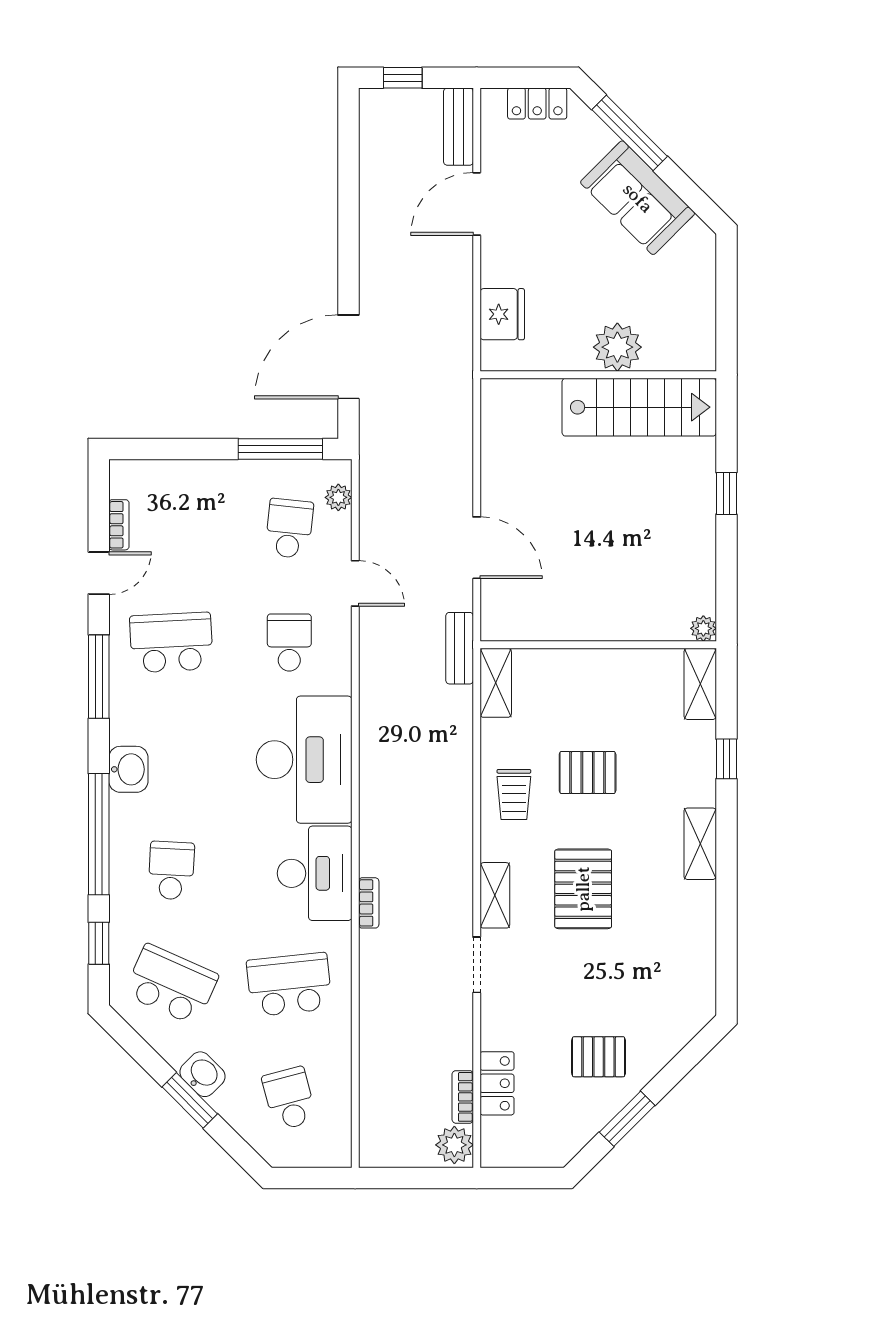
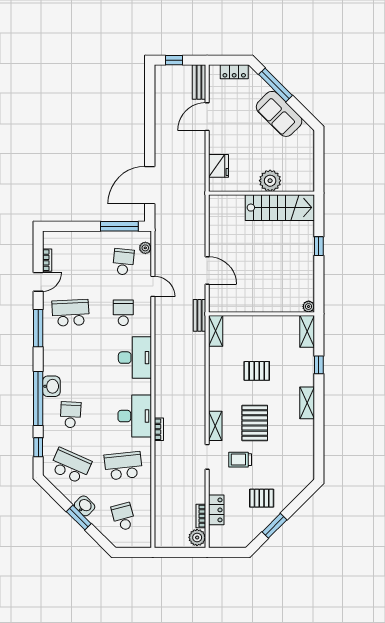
desk: (304, 760) -> (135, 358), width x0.73, depth x0.77
washbasin: (128, 769) -> (51, 386), moved
trolley: (514, 794) -> (240, 460), moved, turned 90

